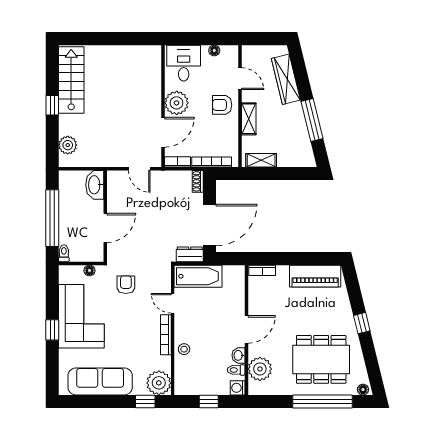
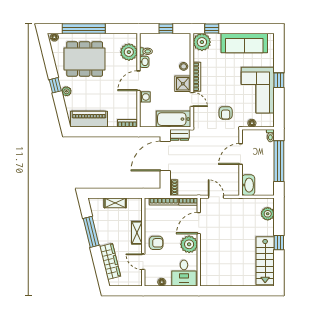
shelving: (261, 160) -> (115, 203), moved
plant: (346, 315) -> (66, 91), added
shower: (185, 325) -> (183, 84), added
washing machine: (238, 388) -> (145, 97), moved

